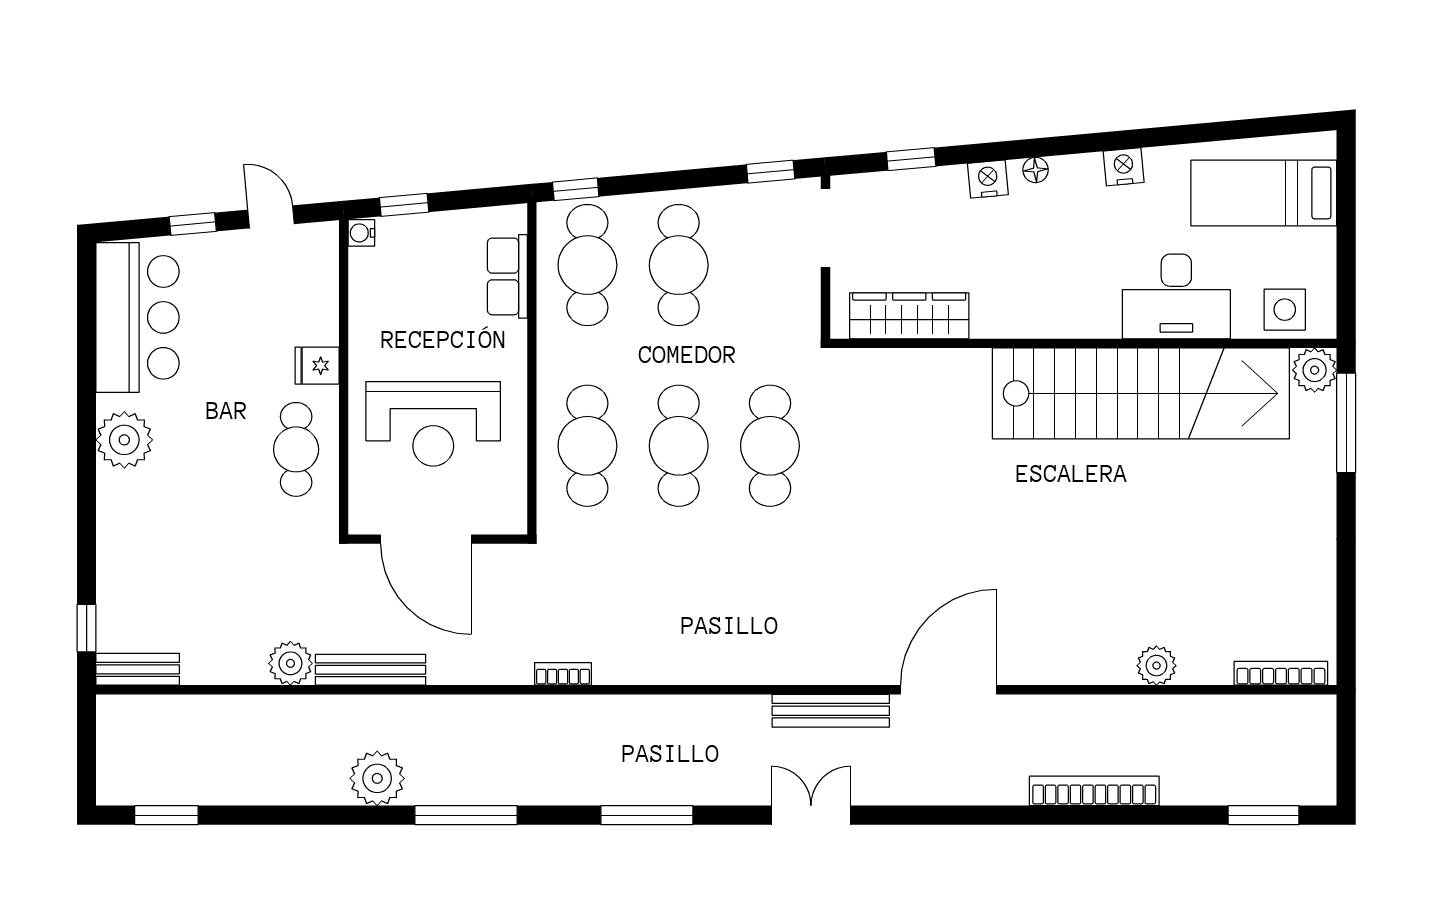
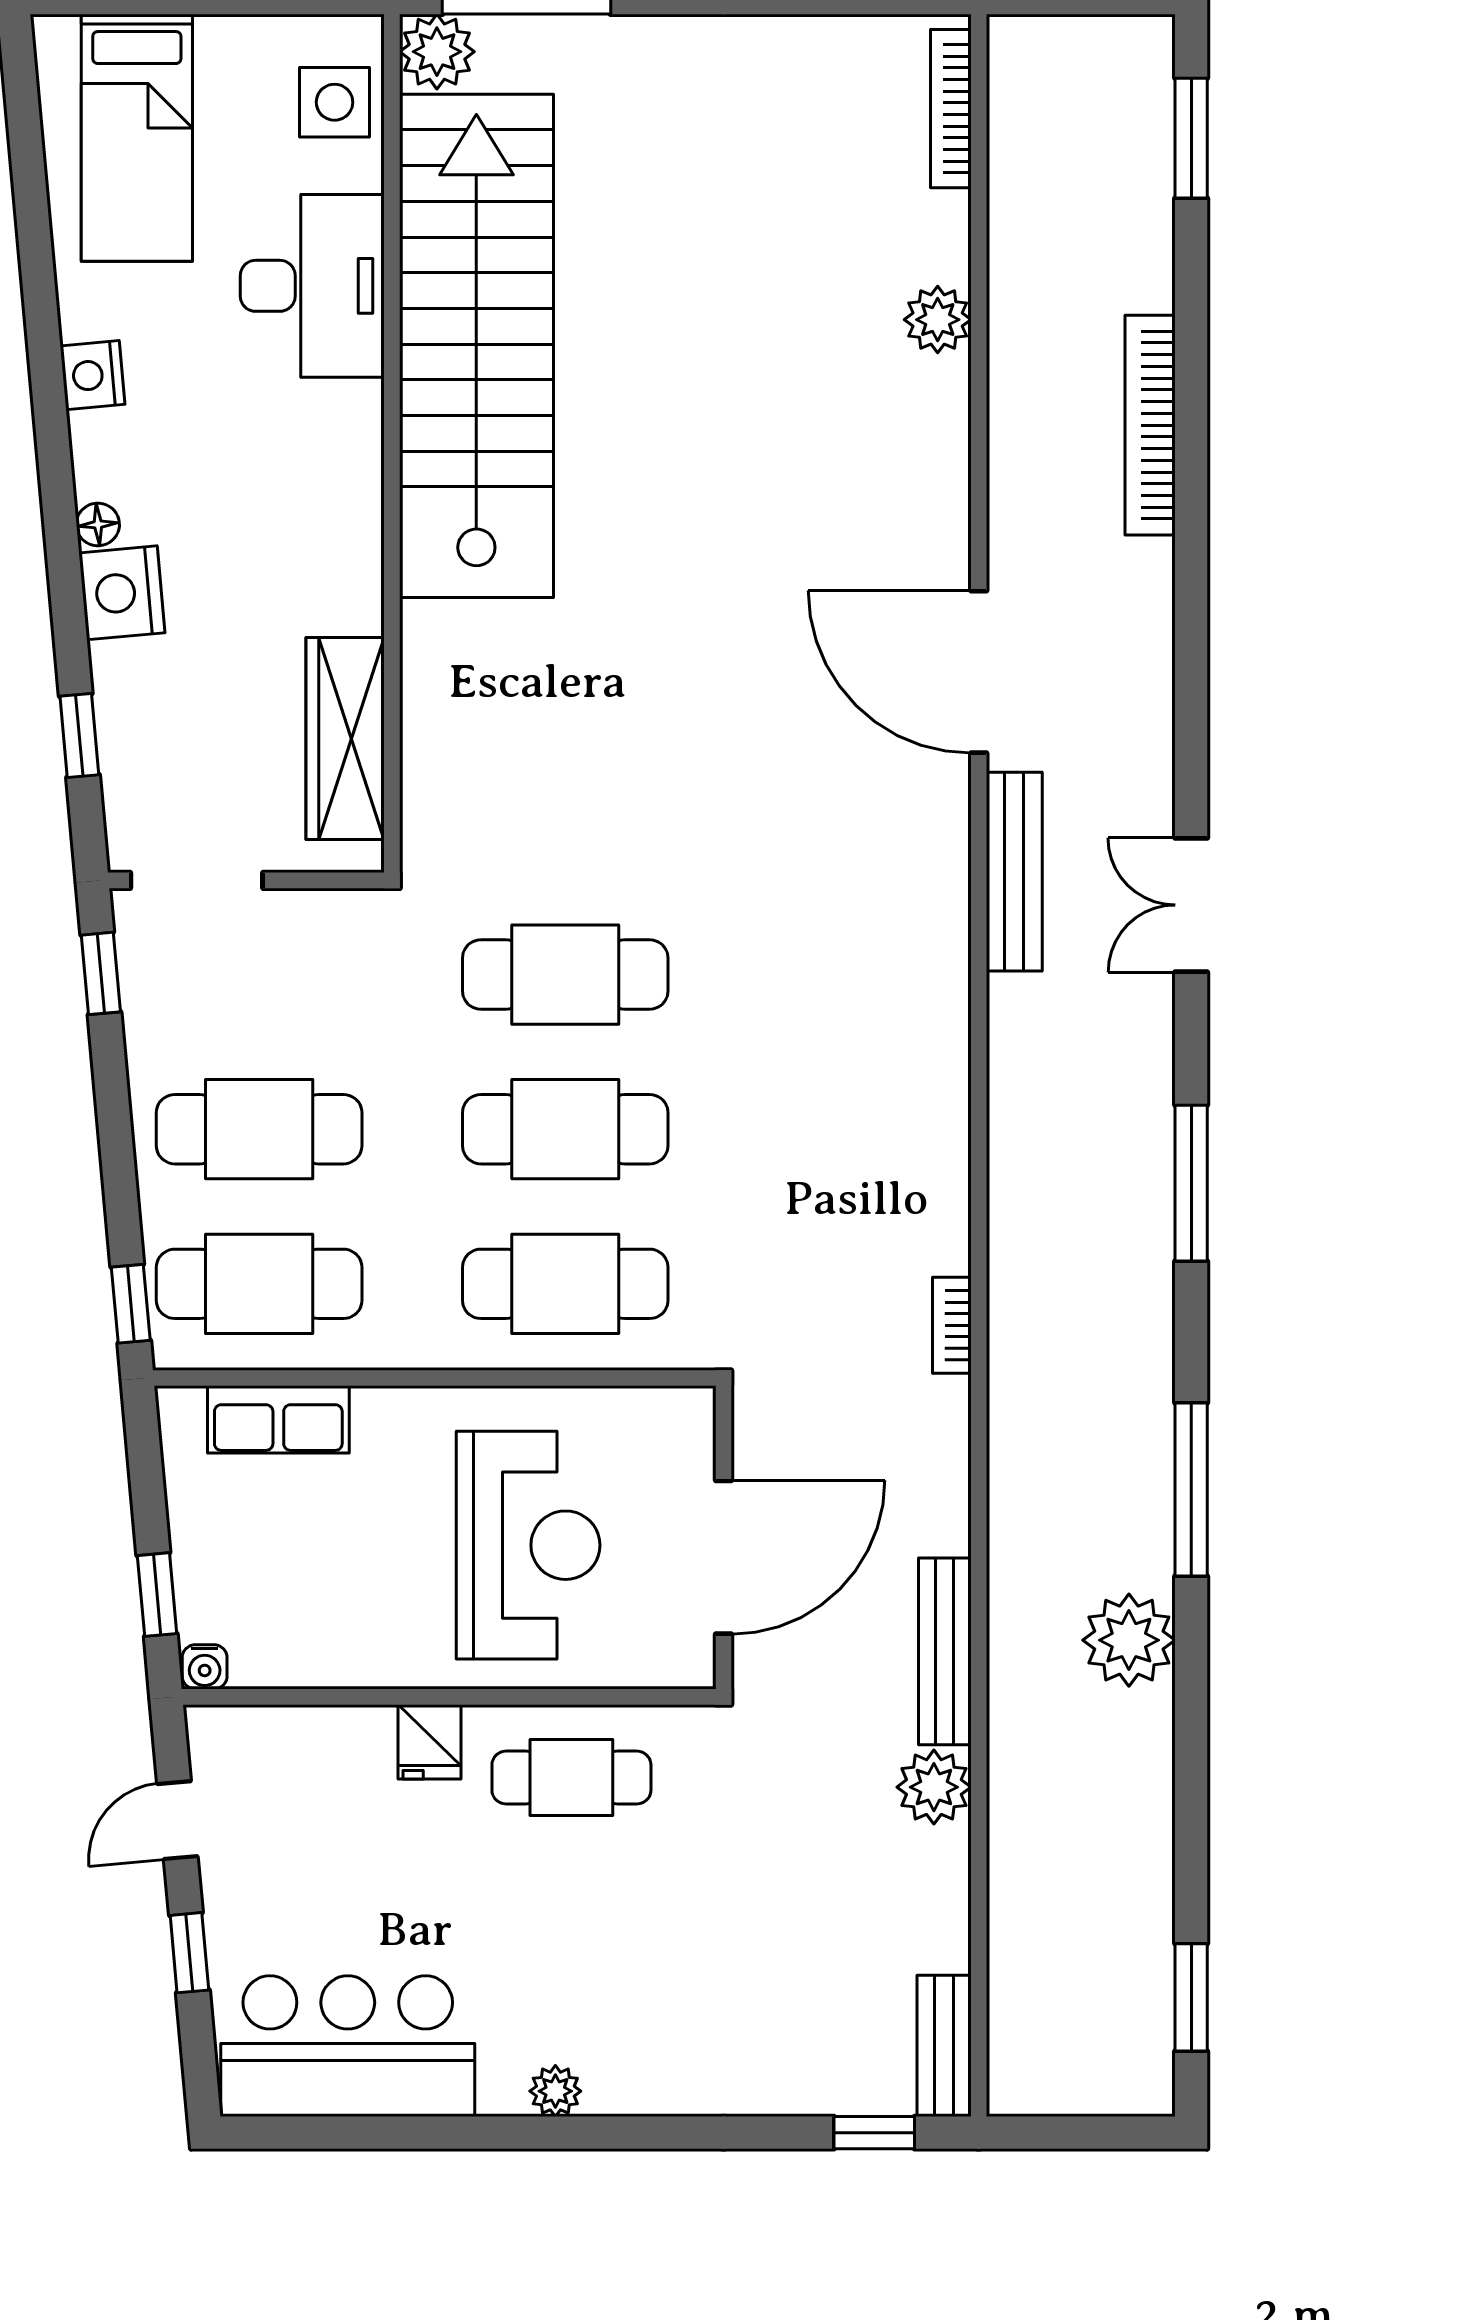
nightstand: (988, 179) -> (122, 593), width x1.36, depth x1.33
plant: (124, 440) -> (555, 2091), width x0.53, depth x0.53

